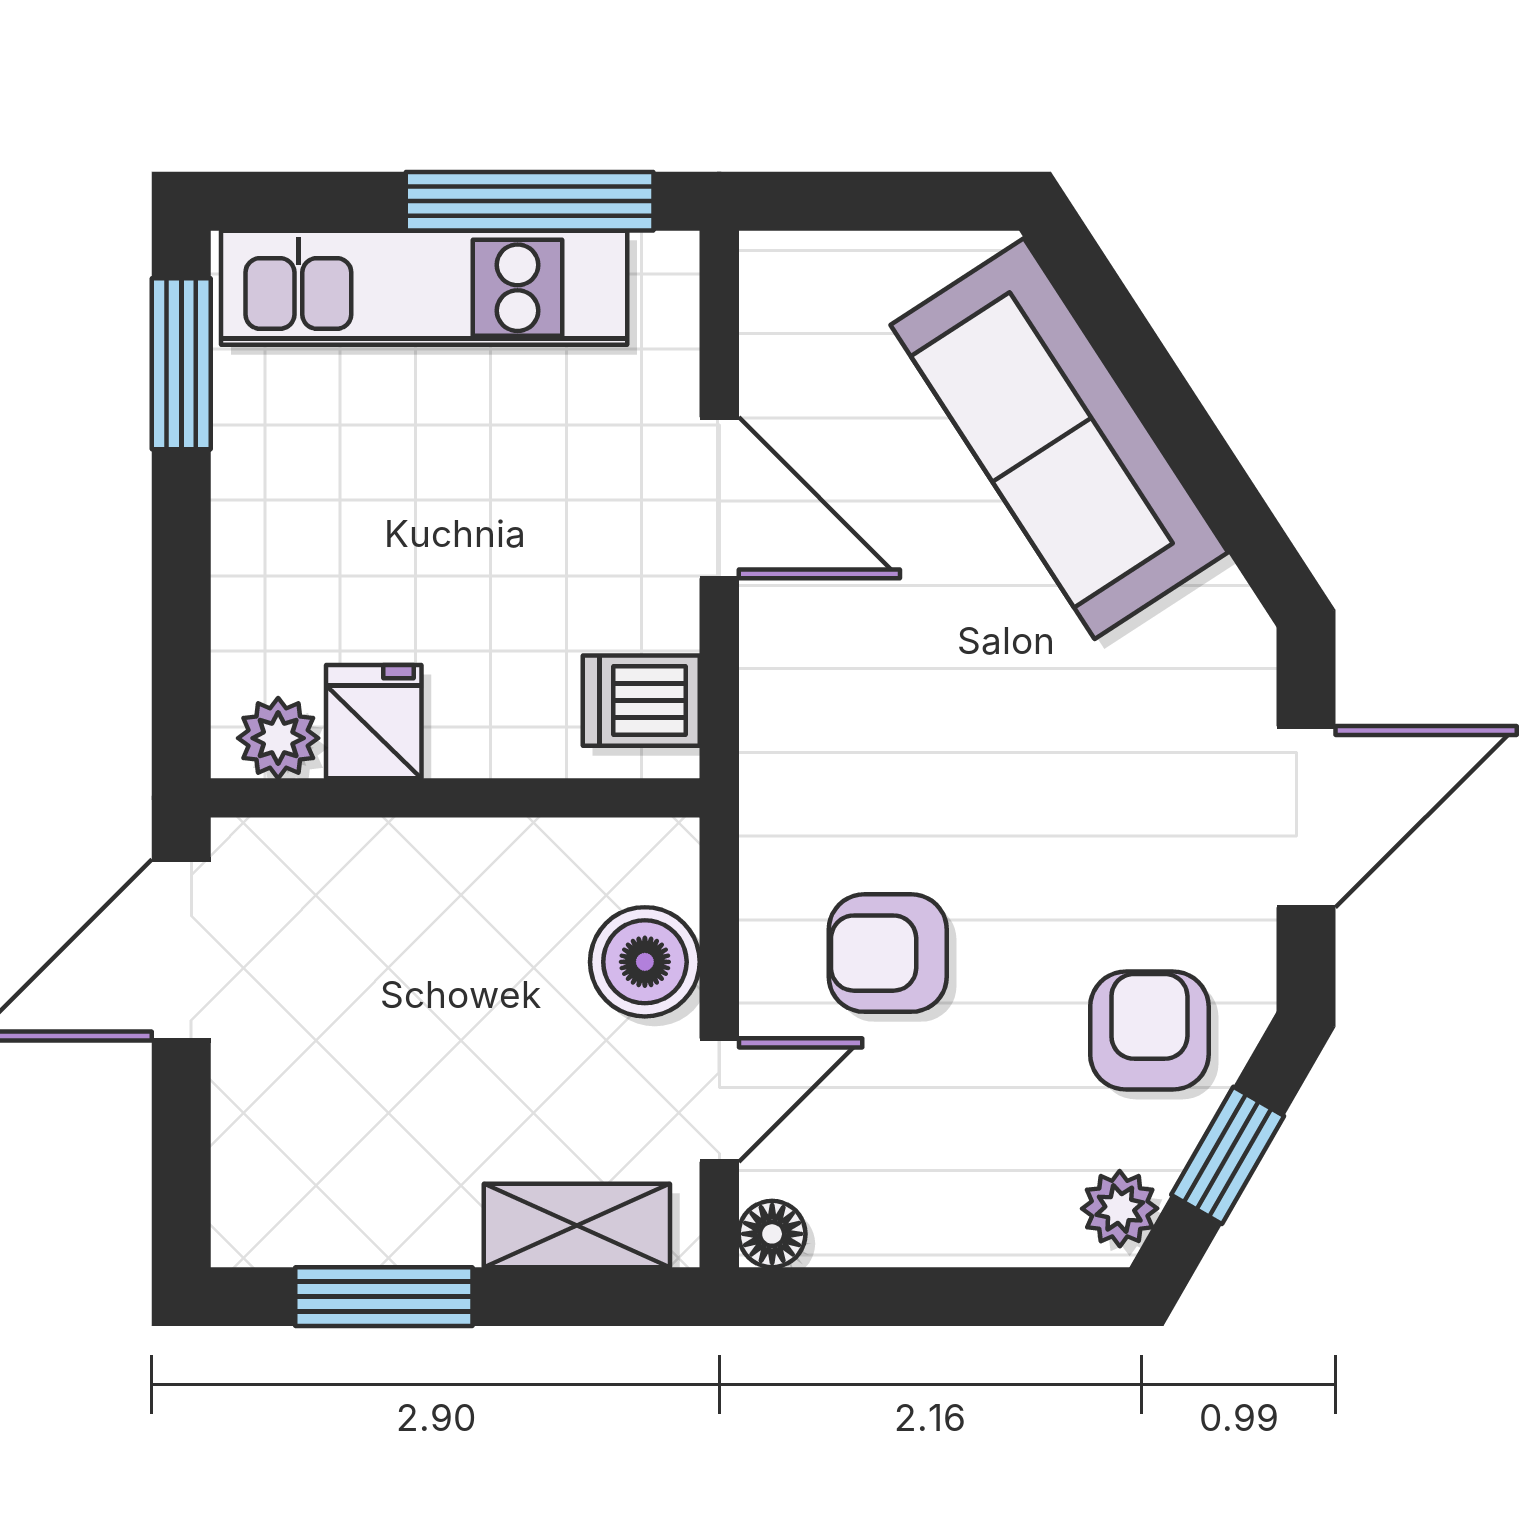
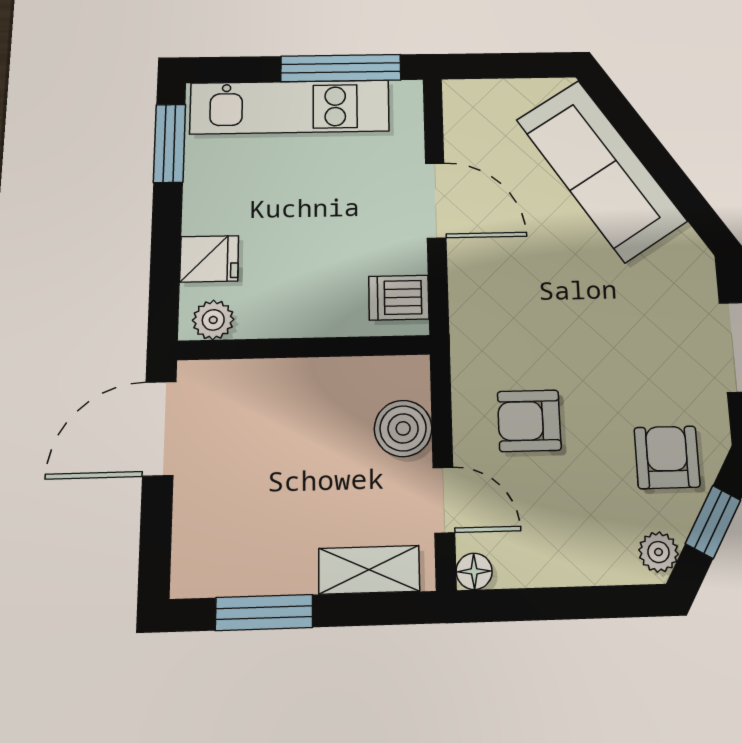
fridge: (374, 722) -> (209, 259), moved, turned 90
door: (719, 1100) -> (444, 500), hinge flipped

